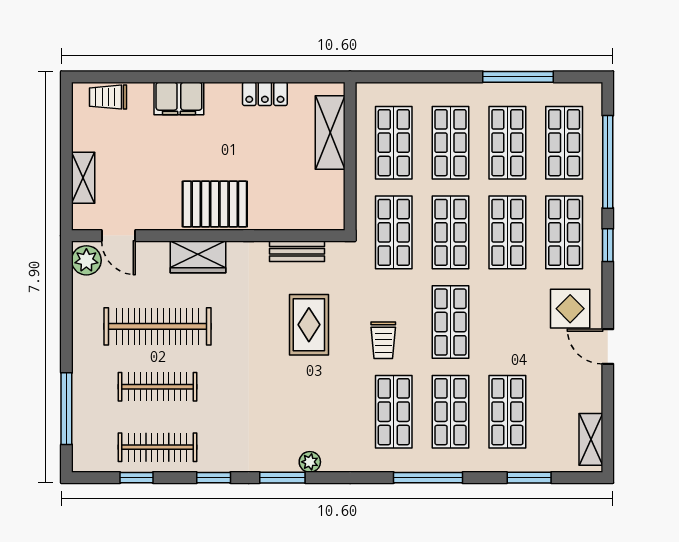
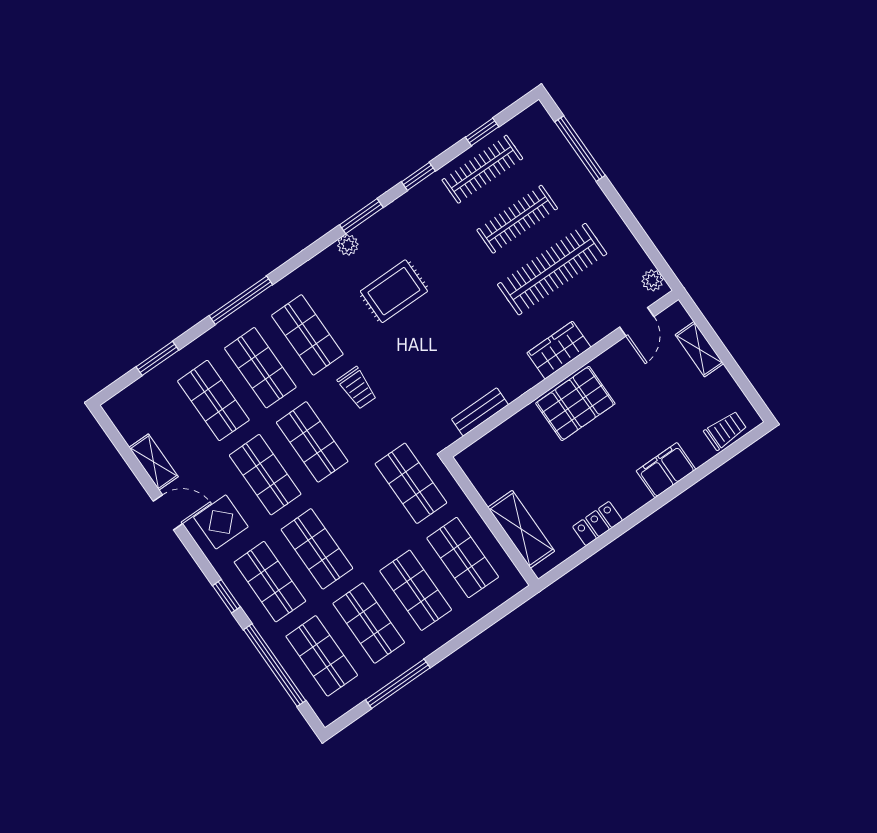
shop shelf: (451, 232) -> (265, 475), moved
door: (119, 236) -> (637, 322), swing flipped
plant: (86, 260) -> (652, 280), width x0.73, depth x0.73
rug: (309, 325) -> (394, 291), moved, turned 90
trolley: (383, 340) -> (357, 388), turned 180
shelving: (591, 439) -> (154, 462), moved

